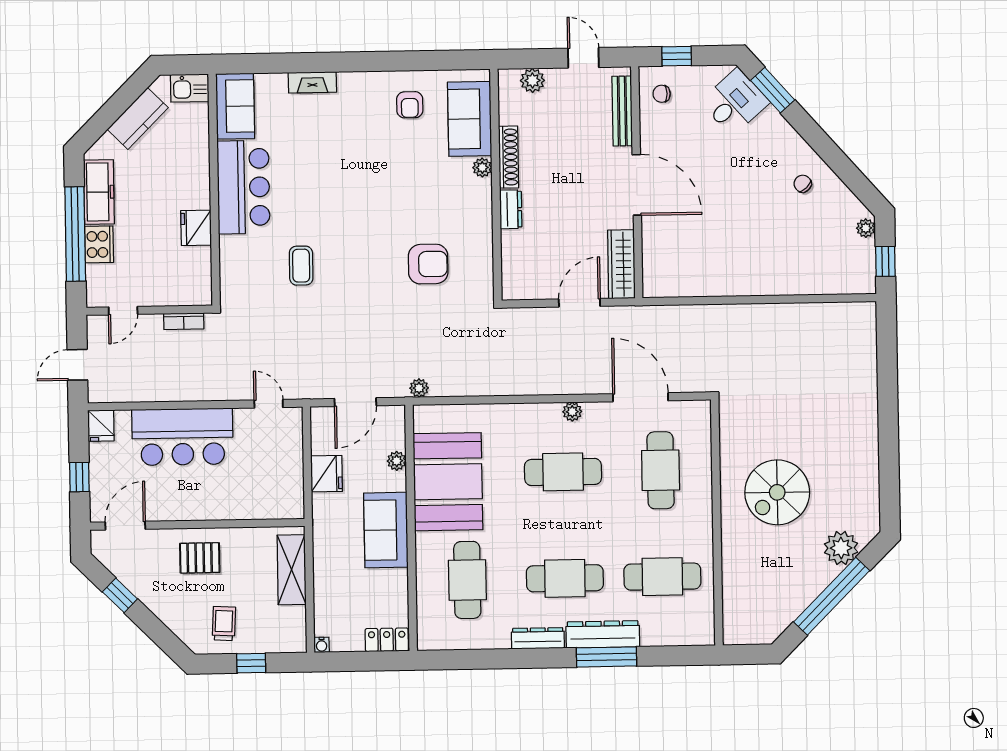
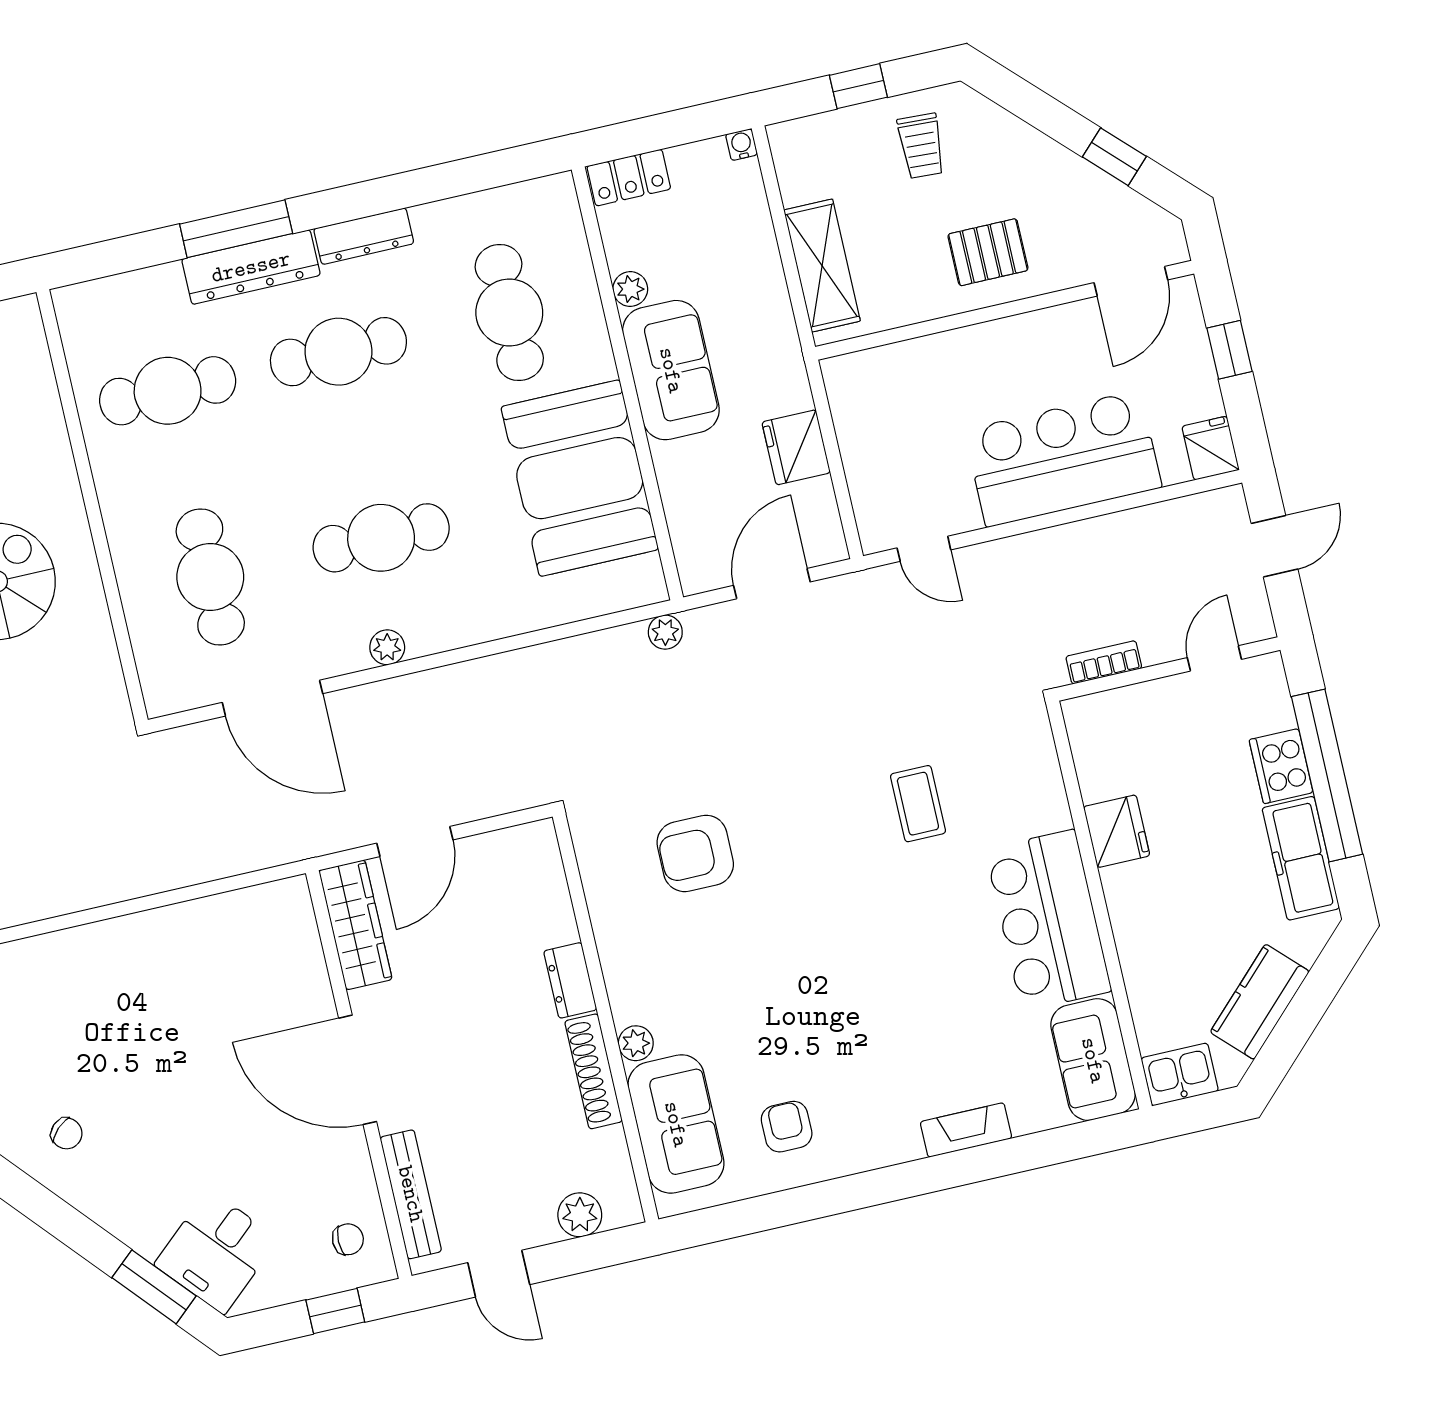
plant: (397, 461) -> (630, 289), moved

